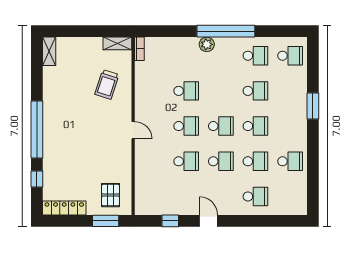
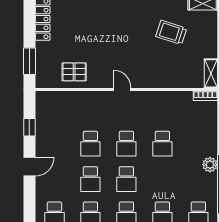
trolley: (107, 84) -> (171, 32), moved
door: (133, 130) -> (122, 89), swing flipped
pallet: (111, 195) -> (74, 72), moved

